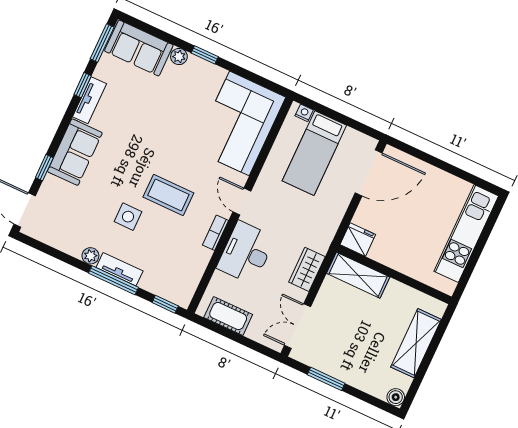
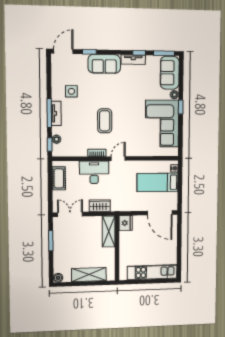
corner sofa: (239, 123) -> (162, 124), moved, turned -90
side table: (128, 217) -> (71, 91), moved
plant: (90, 256) -> (56, 139), moved

